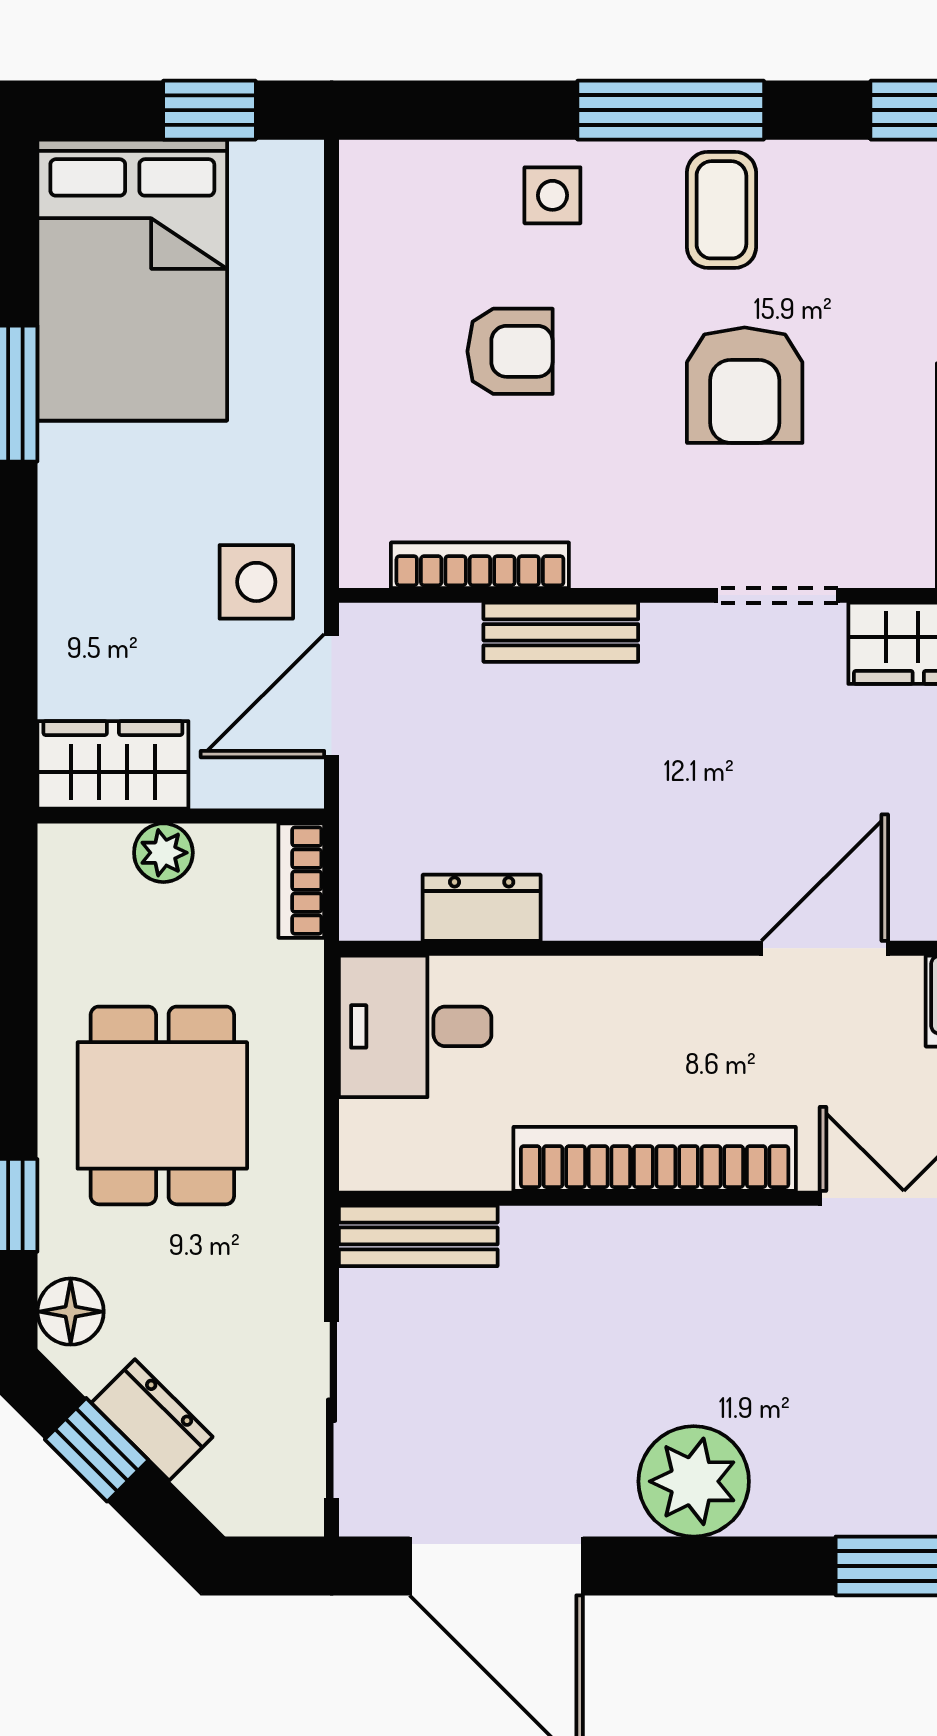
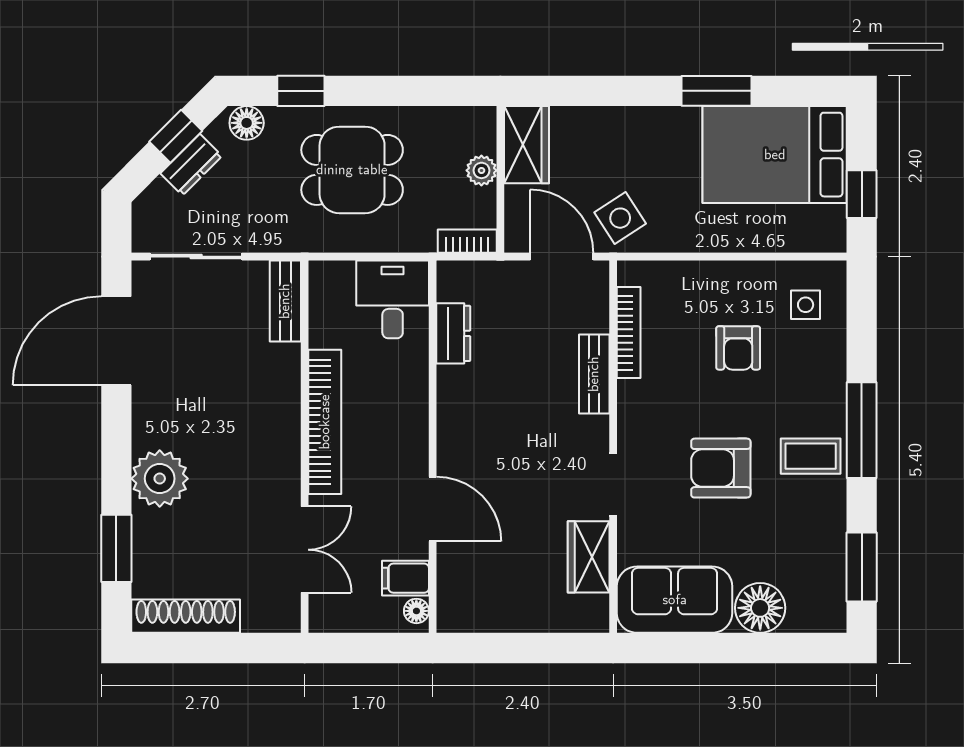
side table: (552, 195) -> (806, 305), moved
side table: (256, 582) -> (620, 218), turned -33
plant: (694, 1481) -> (160, 479), moved

